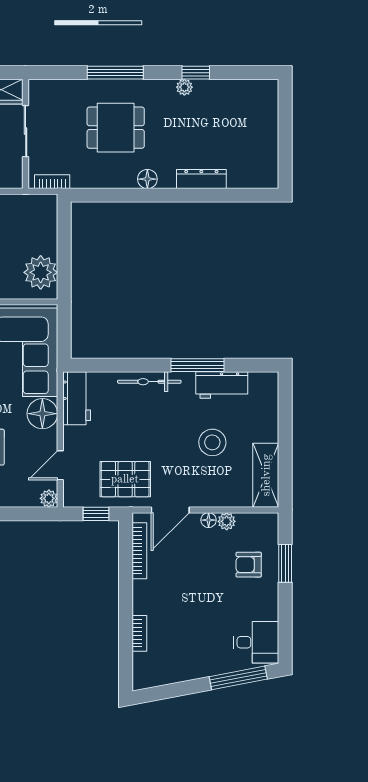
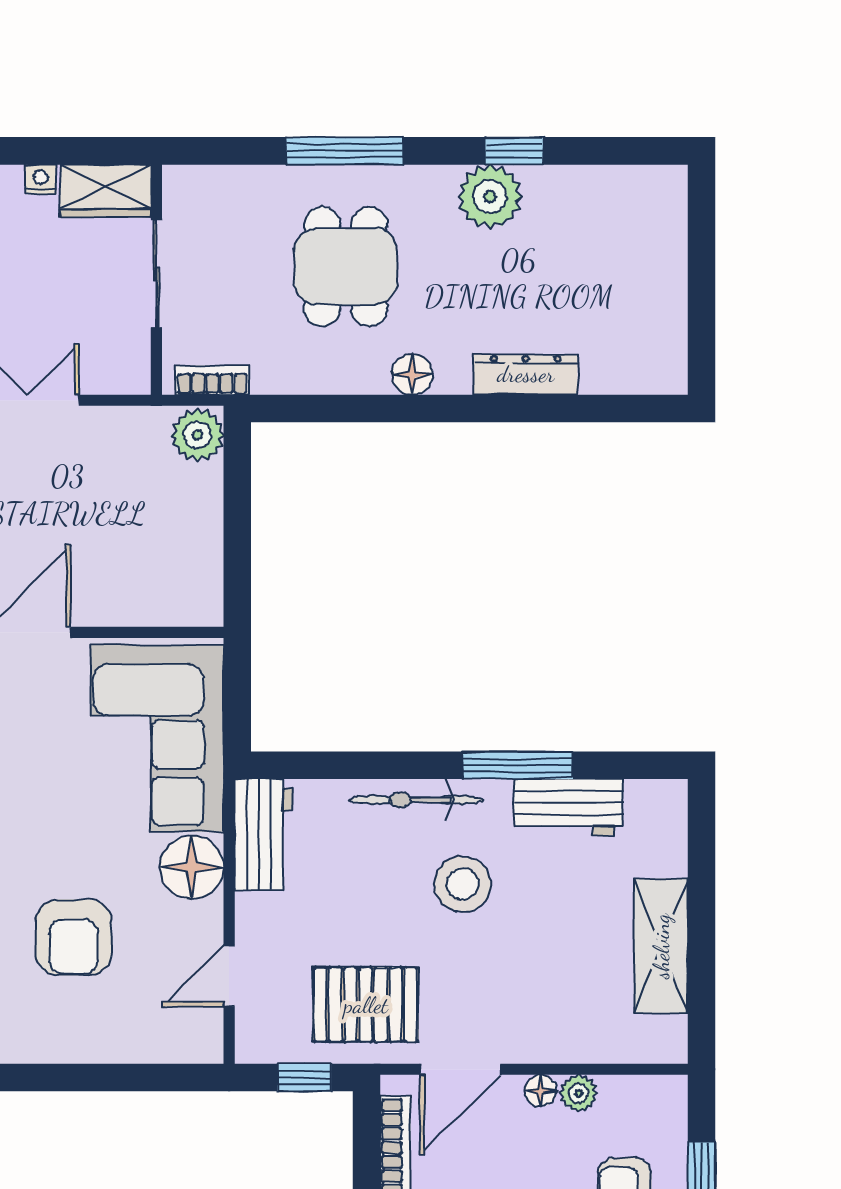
plant: (184, 87) -> (490, 197), width x1.88, depth x1.88
dining table: (116, 128) -> (346, 267), turned 90
plant: (41, 272) -> (198, 435), moved, width x0.73, depth x0.73
stool: (212, 442) -> (463, 884), moved
shelving: (266, 475) -> (661, 946), moved
plant: (49, 498) -> (205, 1045), removed

